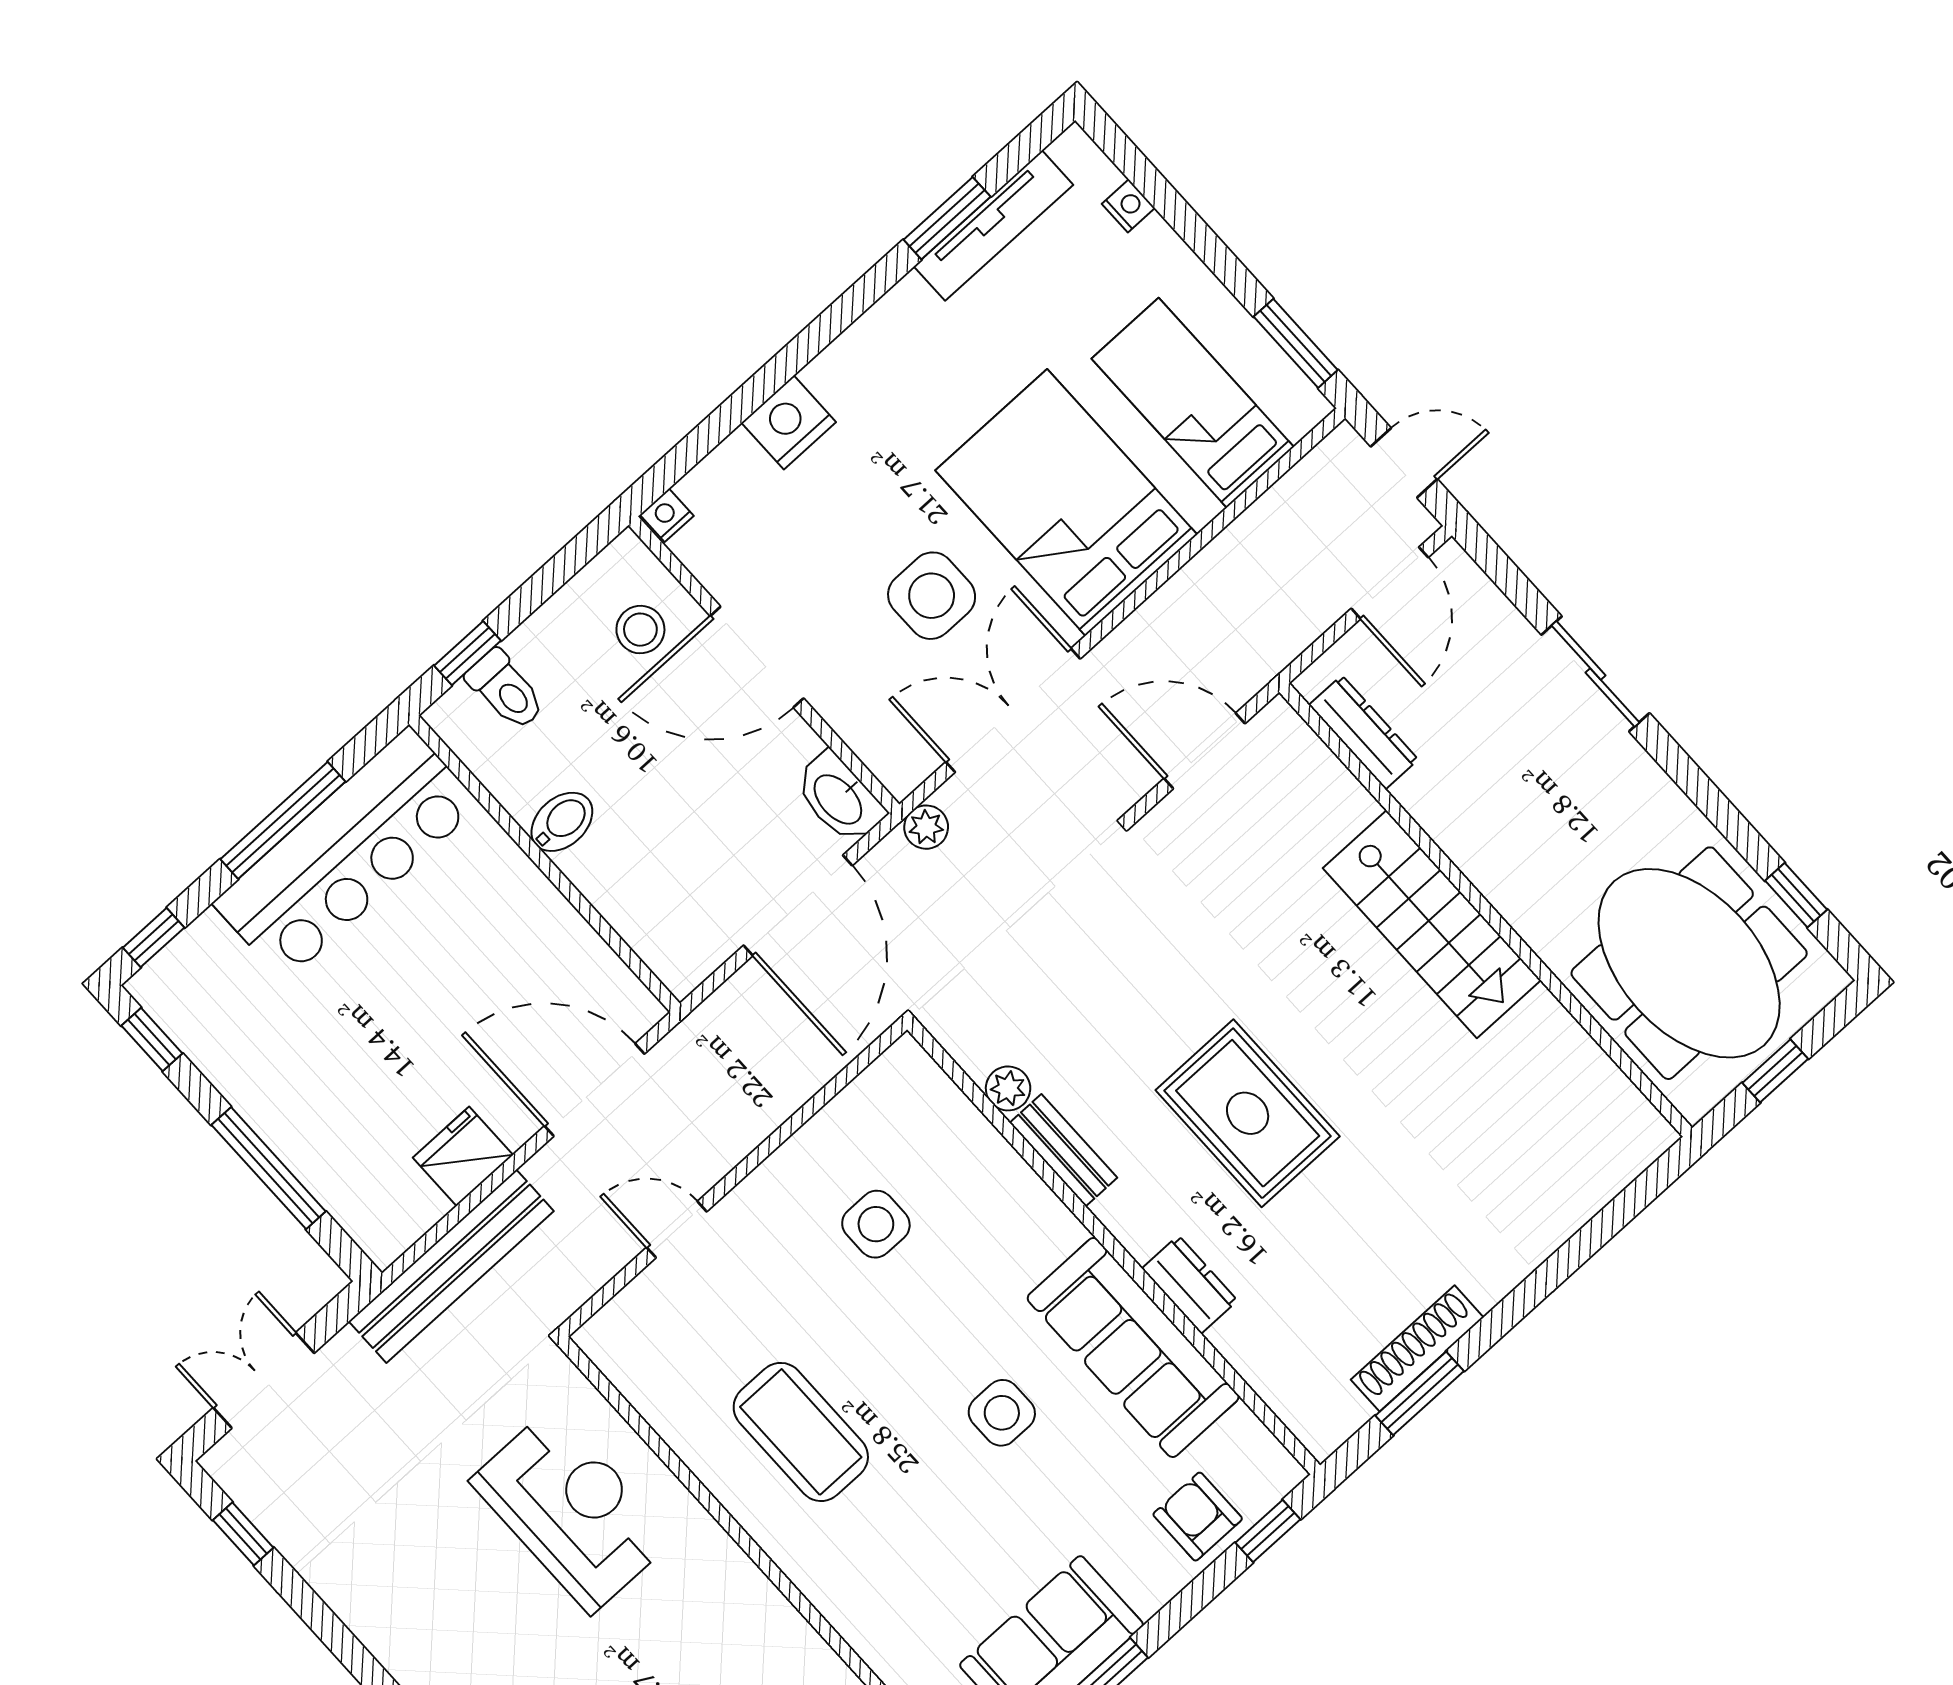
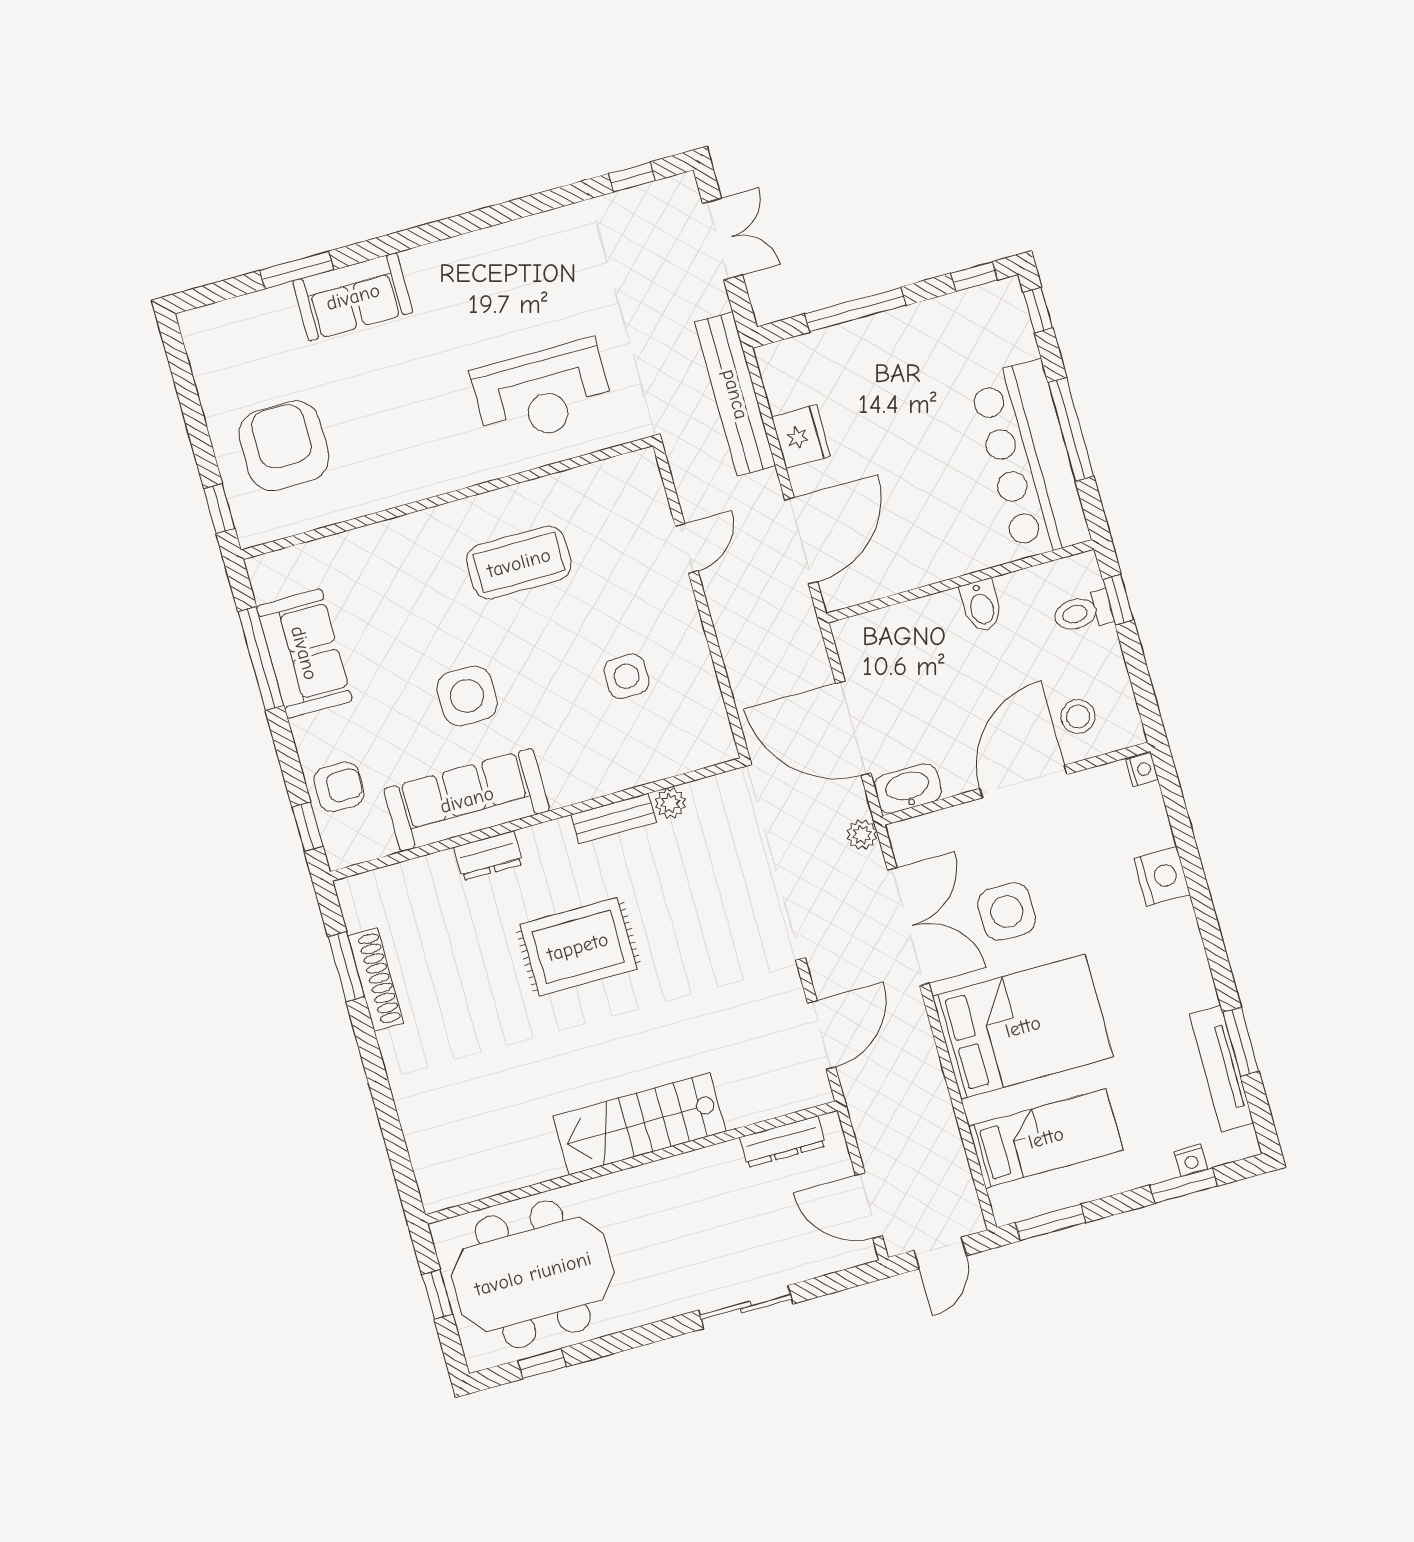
window: (1165, 199) -> (1184, 1186), added
side table: (1002, 1413) -> (467, 696), width x1.37, depth x1.37

